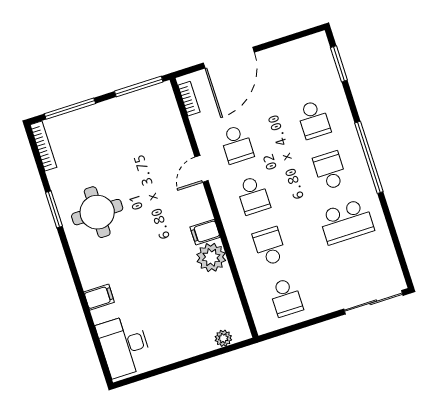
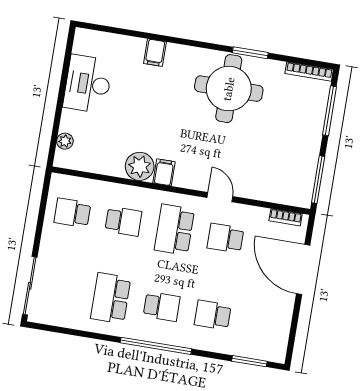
school desk: (253, 195) -> (174, 230), width x1.85
round table: (97, 212) -> (229, 89), width x1.36, depth x1.36
desk: (124, 346) -> (88, 84), moved, turned -90

